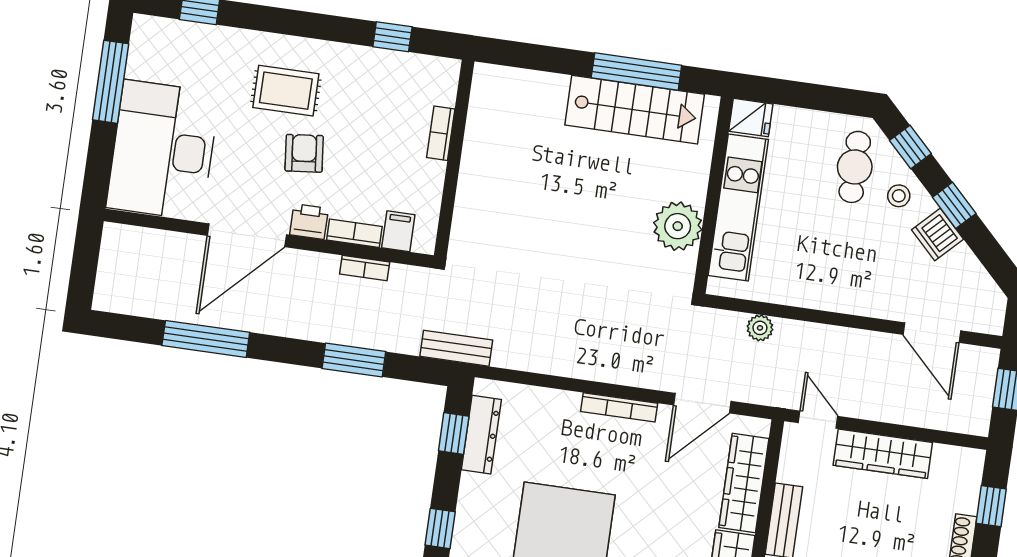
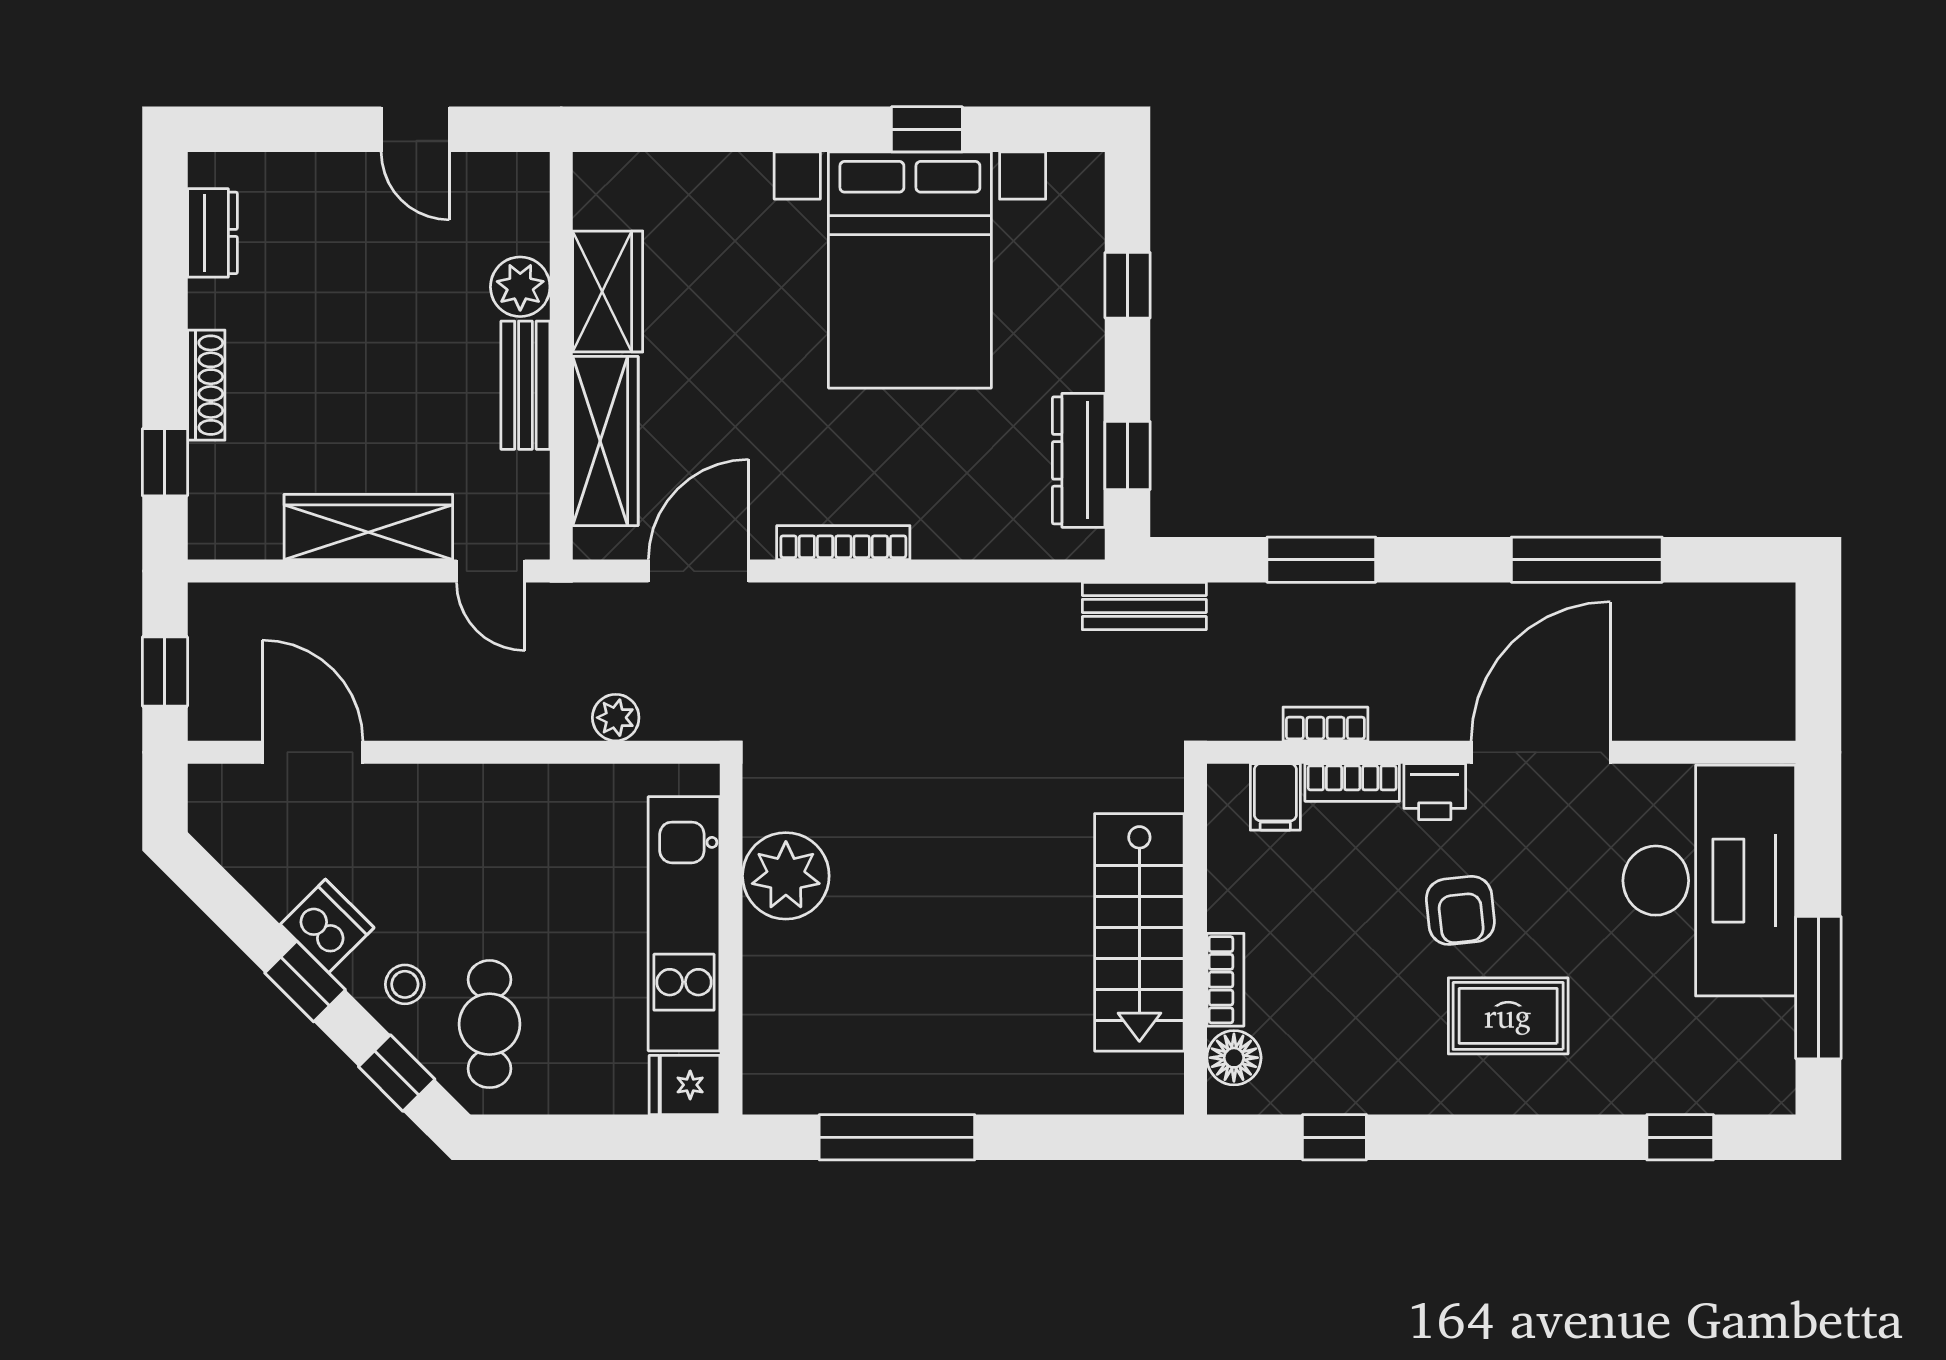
floor lamp: (442, 89) -> (1234, 1058), added
stairs: (635, 110) -> (1139, 932), moved, turned -90

